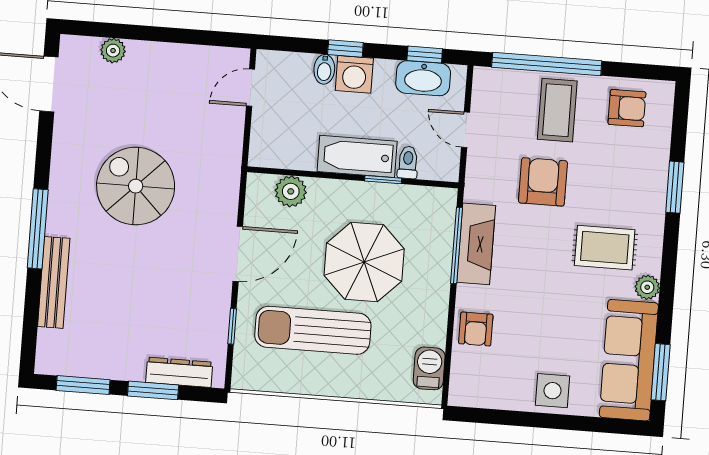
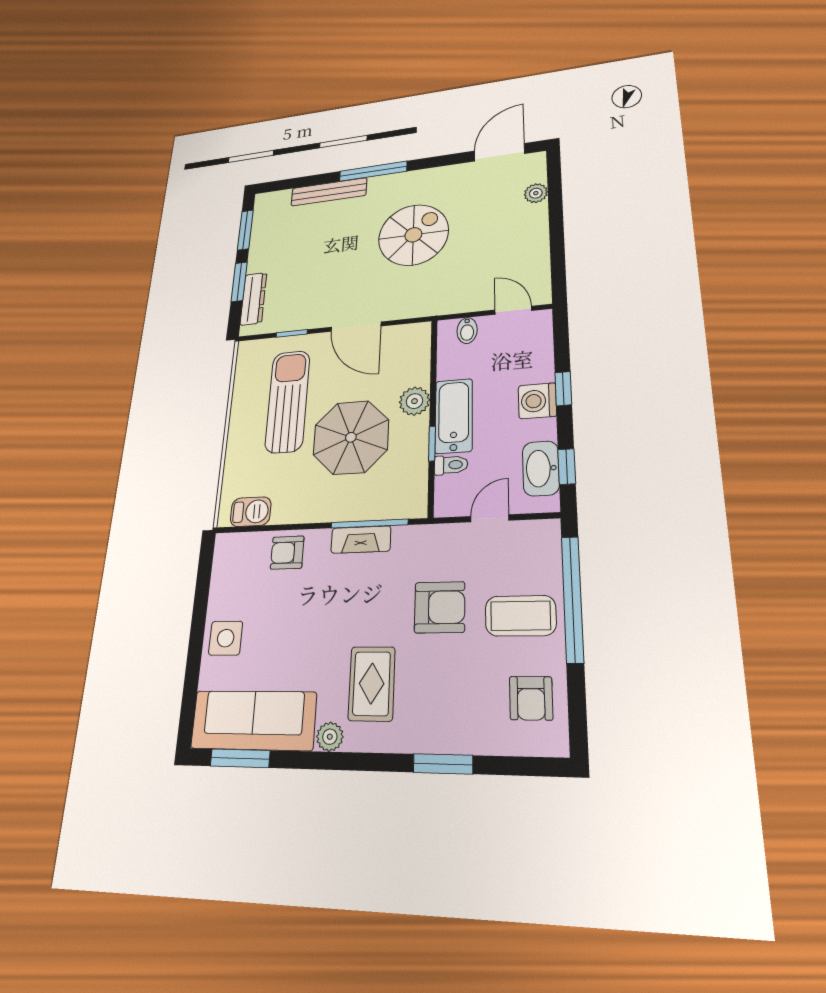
bidet: (324, 69) -> (467, 330), moved, turned -90
plant: (291, 191) -> (414, 401), moved
fireplace: (476, 244) -> (361, 540), width x0.73, depth x0.76

